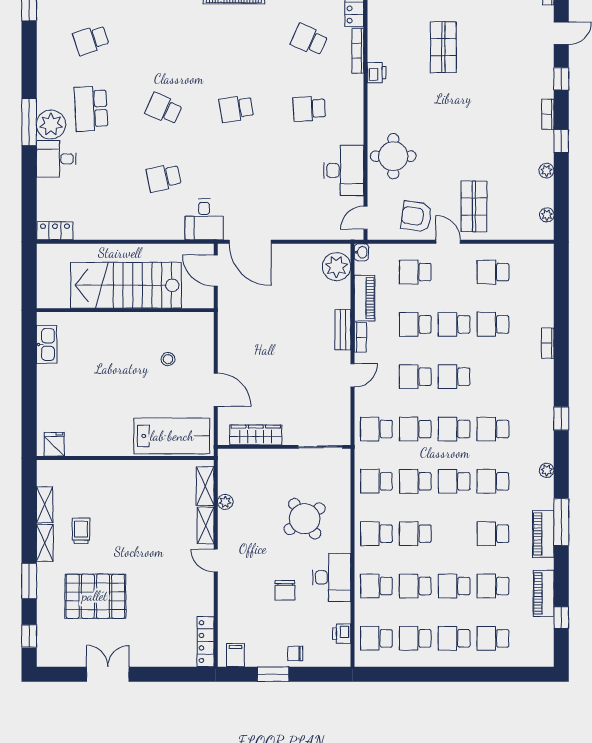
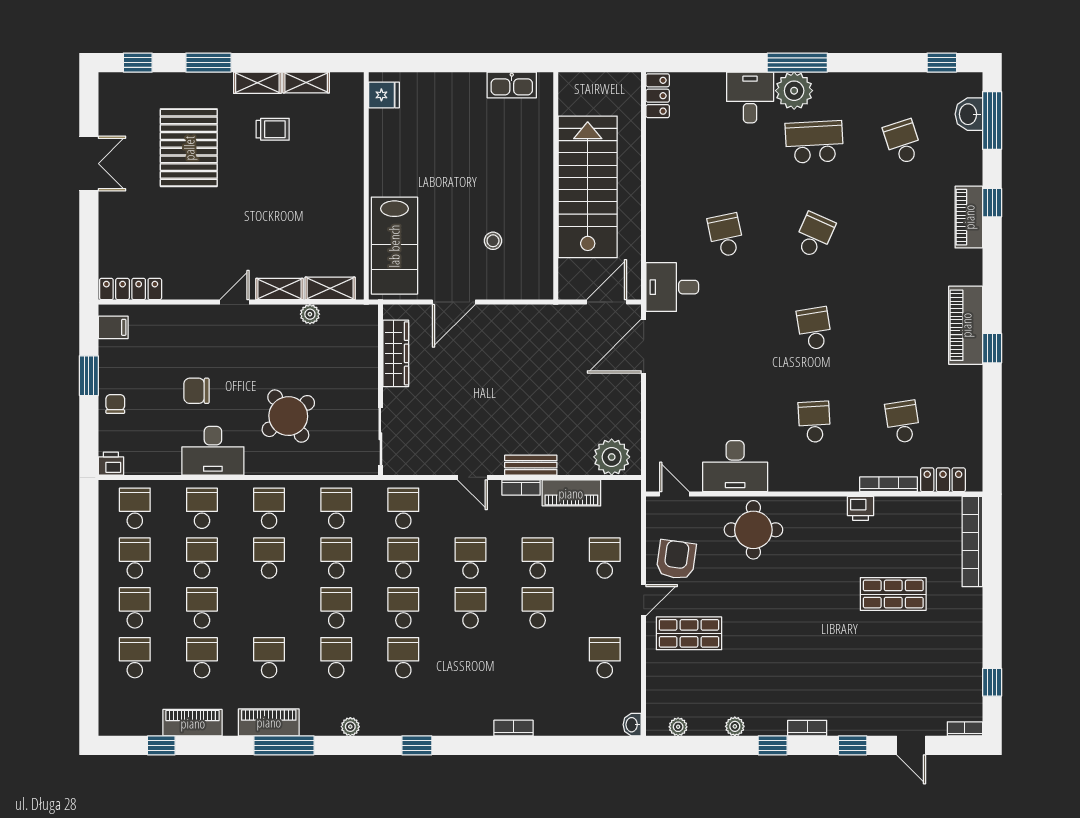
school desk: (309, 40) -> (903, 422), turned -33
washbasin: (361, 252) -> (632, 725), moved, turned 90
school desk: (493, 324) -> (538, 658), removed
printer: (342, 634) -> (111, 464), moved

